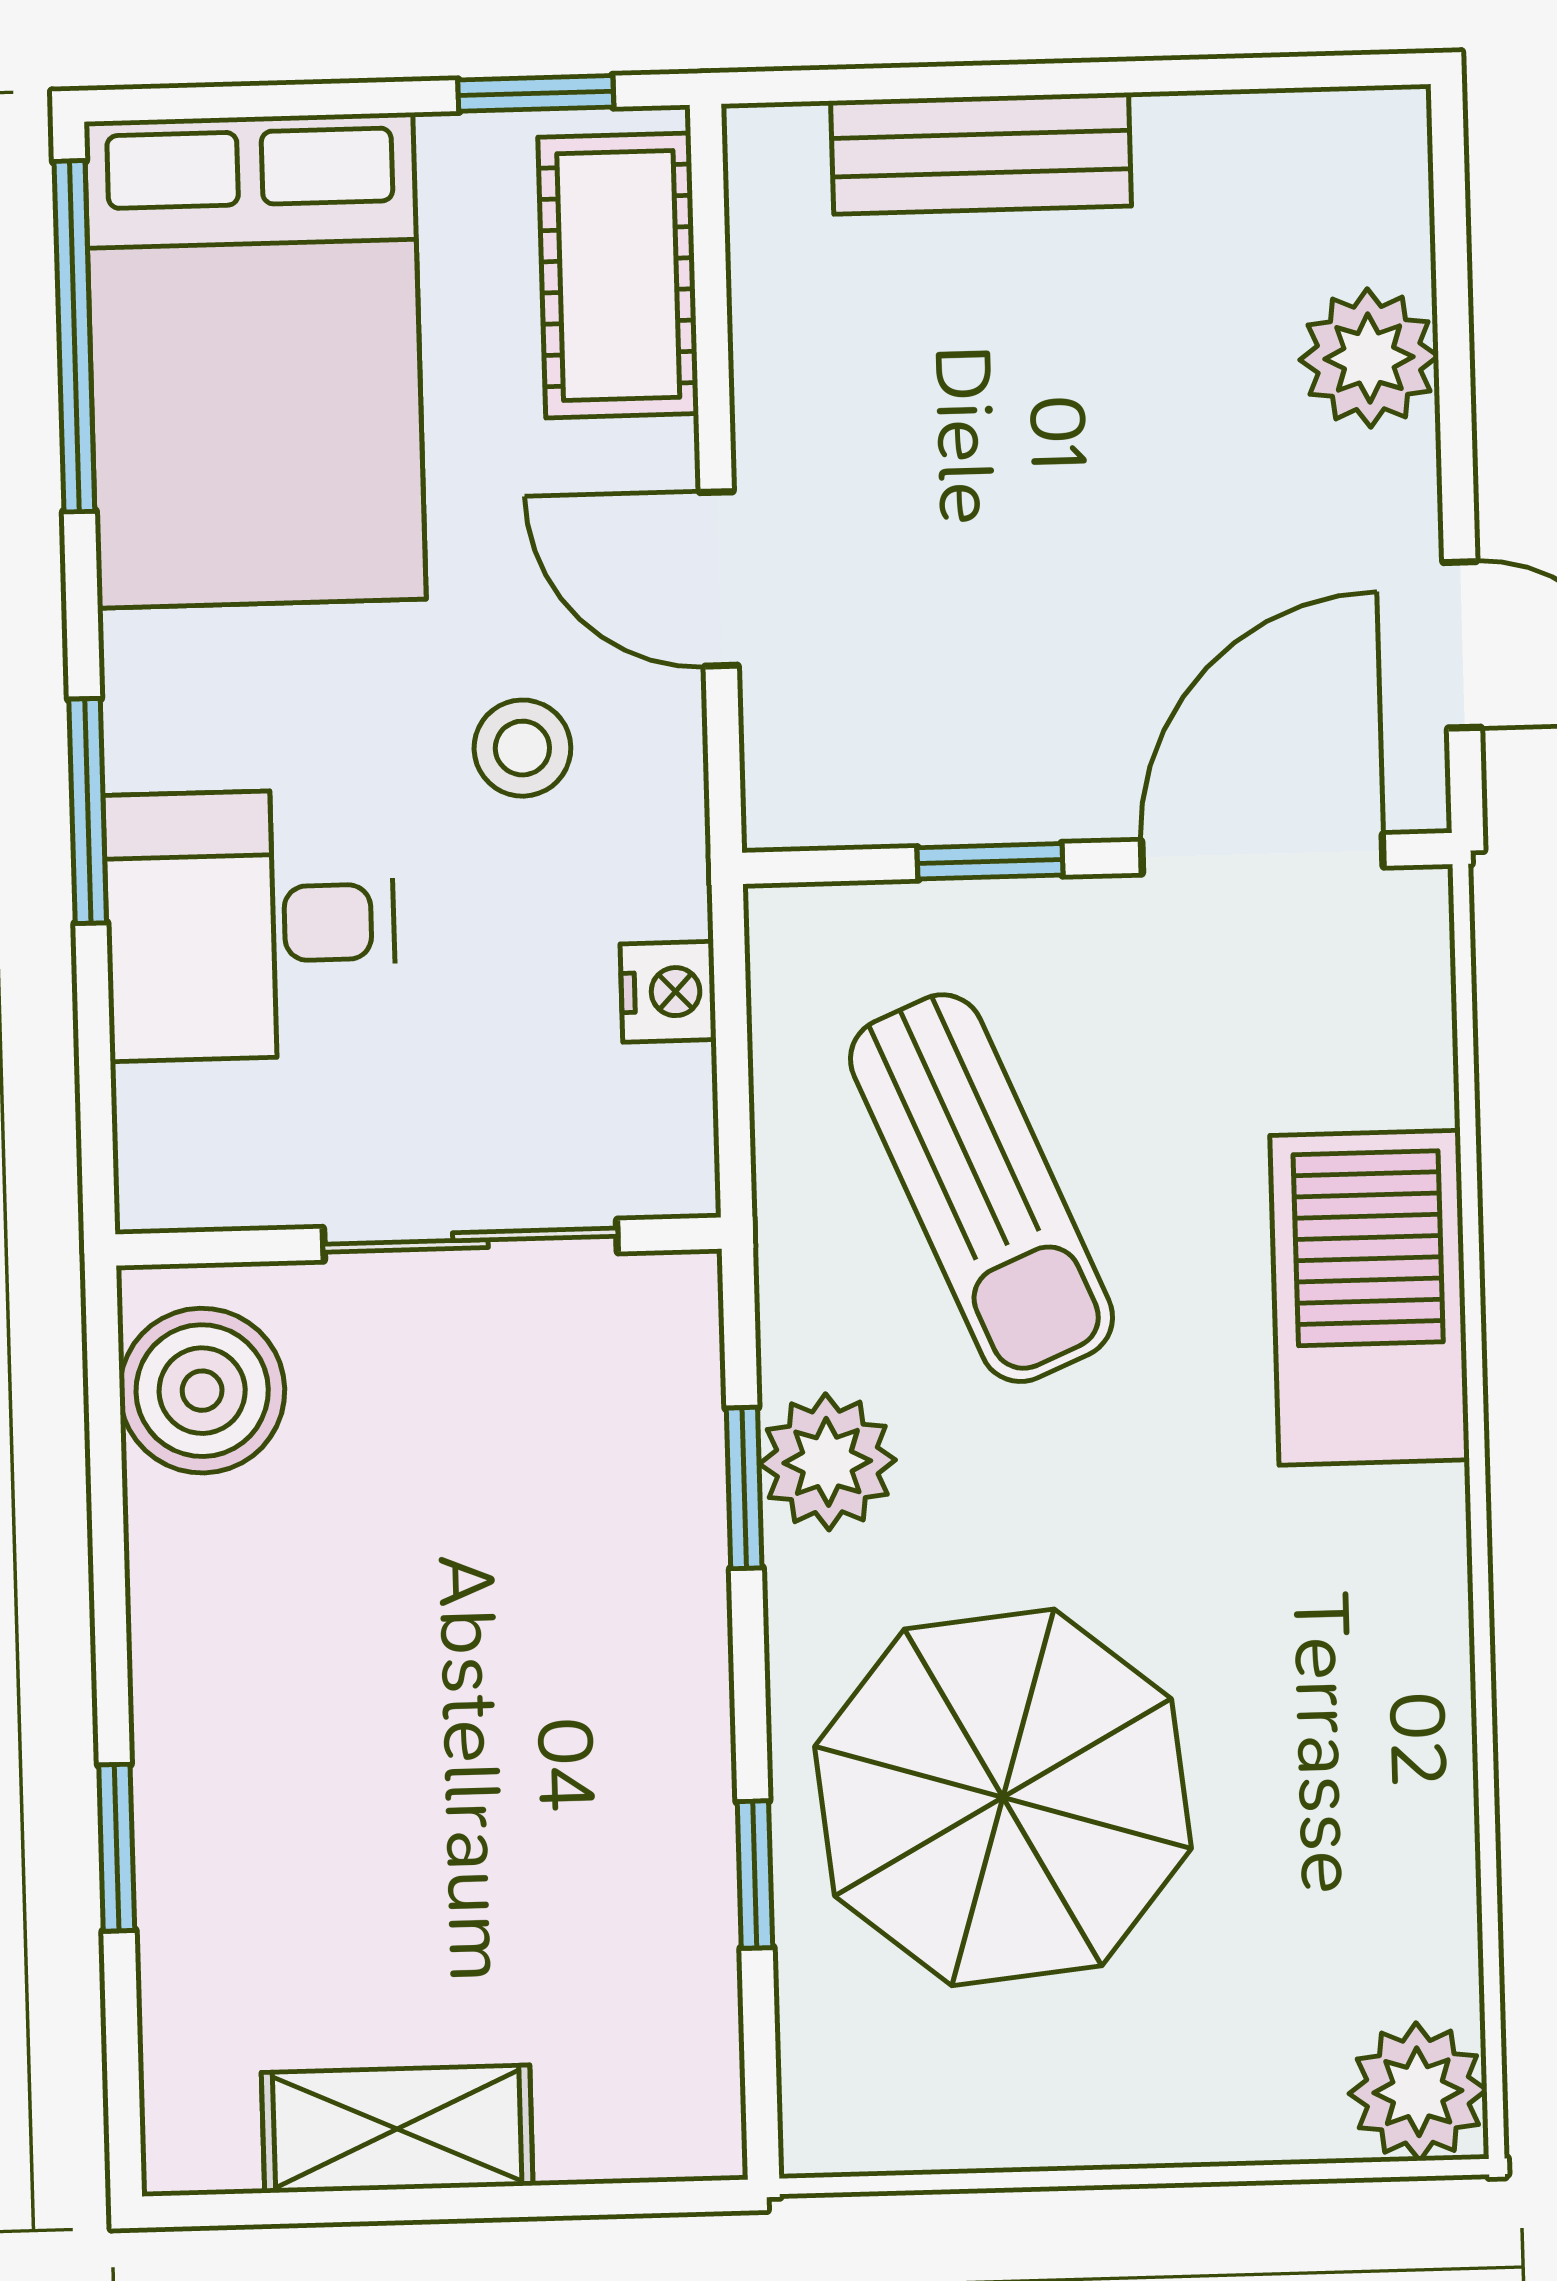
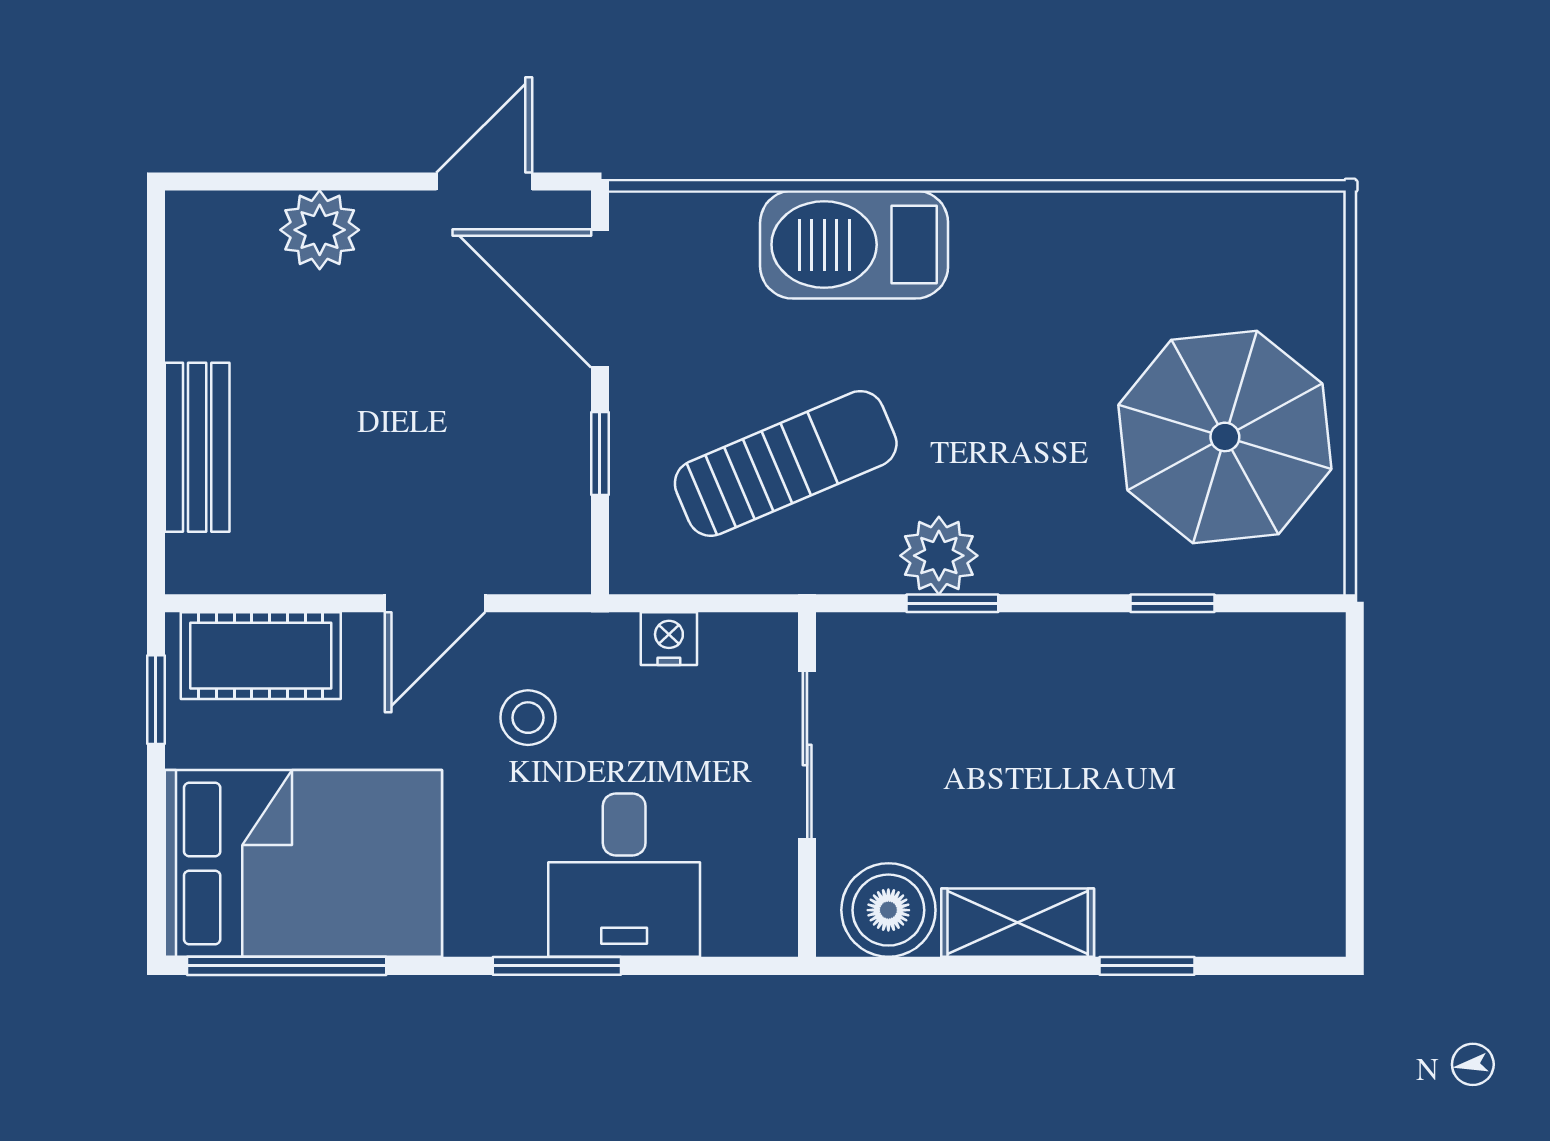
parasol: (1003, 1797) -> (1225, 437), moved
plant: (1418, 2092) -> (1307, 230), removed
shelving: (397, 2129) -> (1018, 923), moved, turned 90

